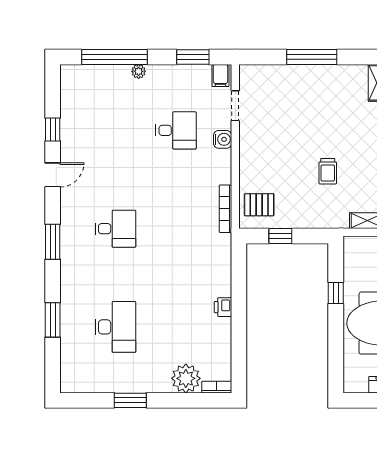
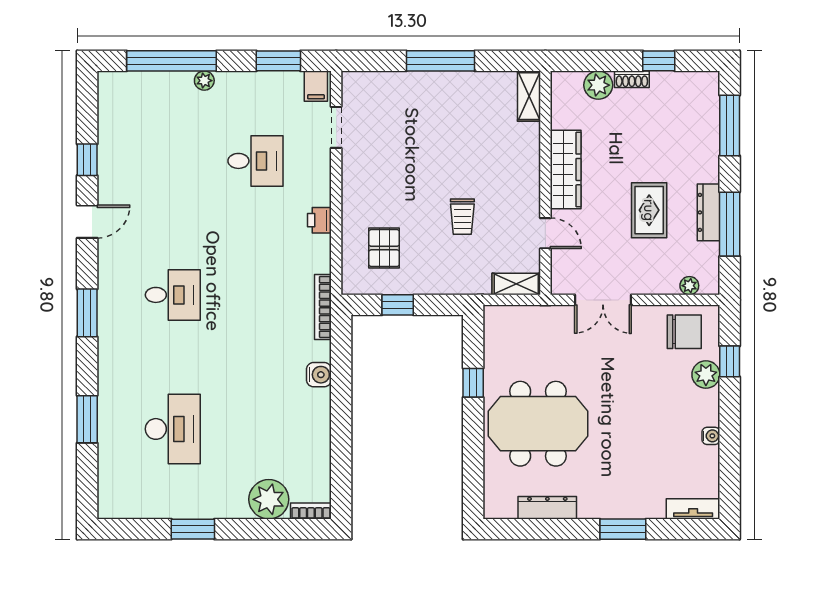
water cooler: (223, 139) -> (319, 375), moved
pallet: (259, 205) -> (384, 248), moved, turned 90
bookcase: (225, 209) -> (323, 307), moved
printer: (223, 307) -> (319, 220), moved

